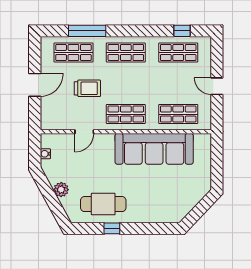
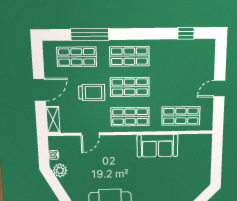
shop shelf: (178, 53) -> (130, 87), moved
door: (217, 86) -> (219, 89), hinge flipped
shelving: (47, 116) -> (53, 120), added
sofa: (154, 149) -> (157, 146), width x0.54, depth x0.79
plant: (61, 190) -> (60, 170), moved

